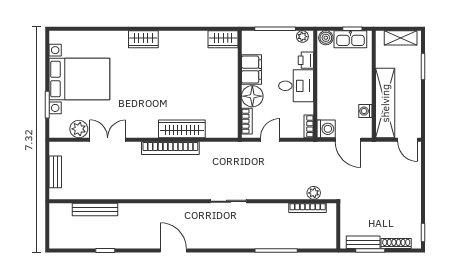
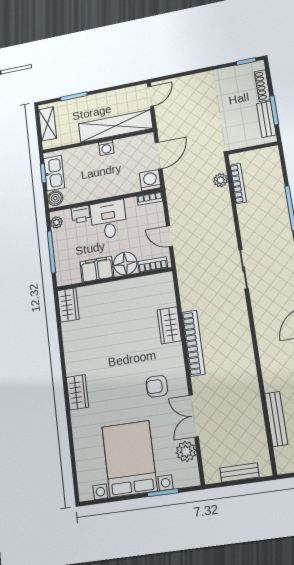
armchair: (138, 111) -> (157, 386), added
washing machine: (365, 111) -> (106, 148), moved
wardrobe: (182, 129) -> (169, 325), width x0.67

